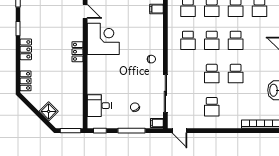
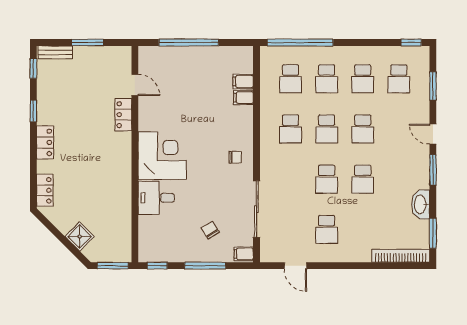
filing cabinet: (157, 20) -> (243, 98), added
corner desk: (103, 39) -> (162, 156), moved
locker: (77, 52) -> (123, 115), moved
desk: (99, 106) -> (156, 198), moved
door: (179, 131) -> (295, 266), moved

